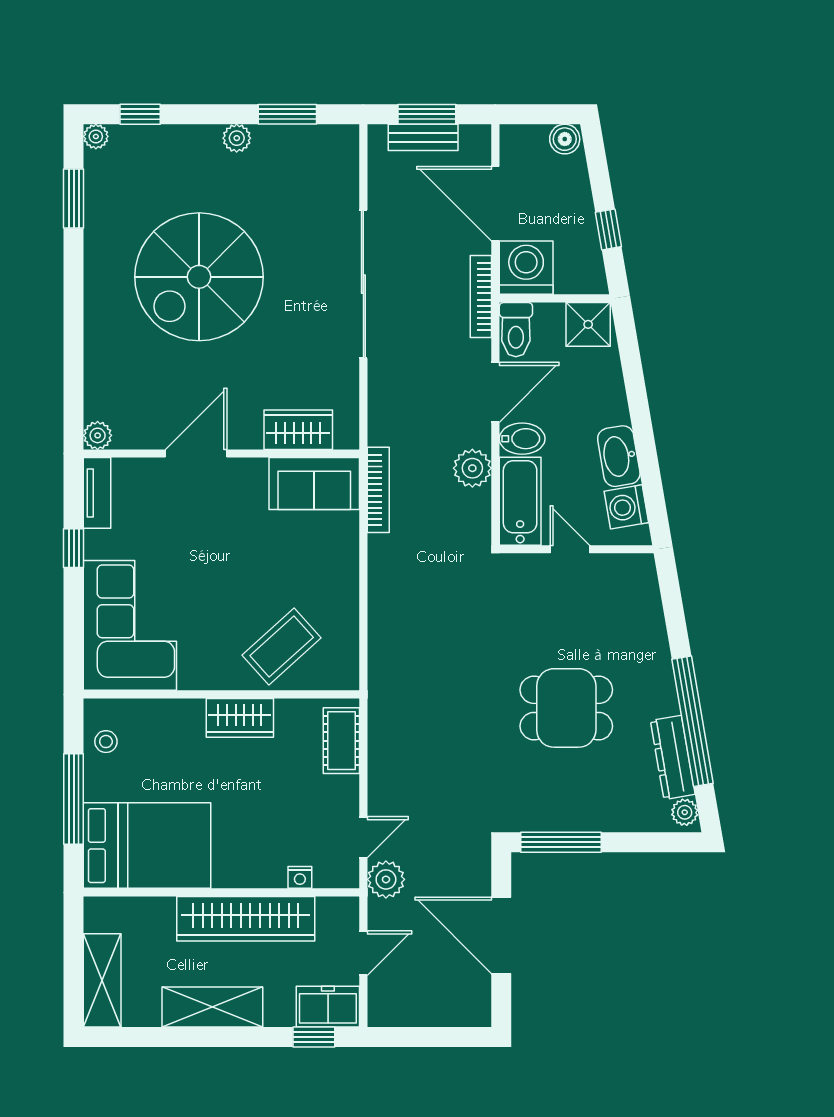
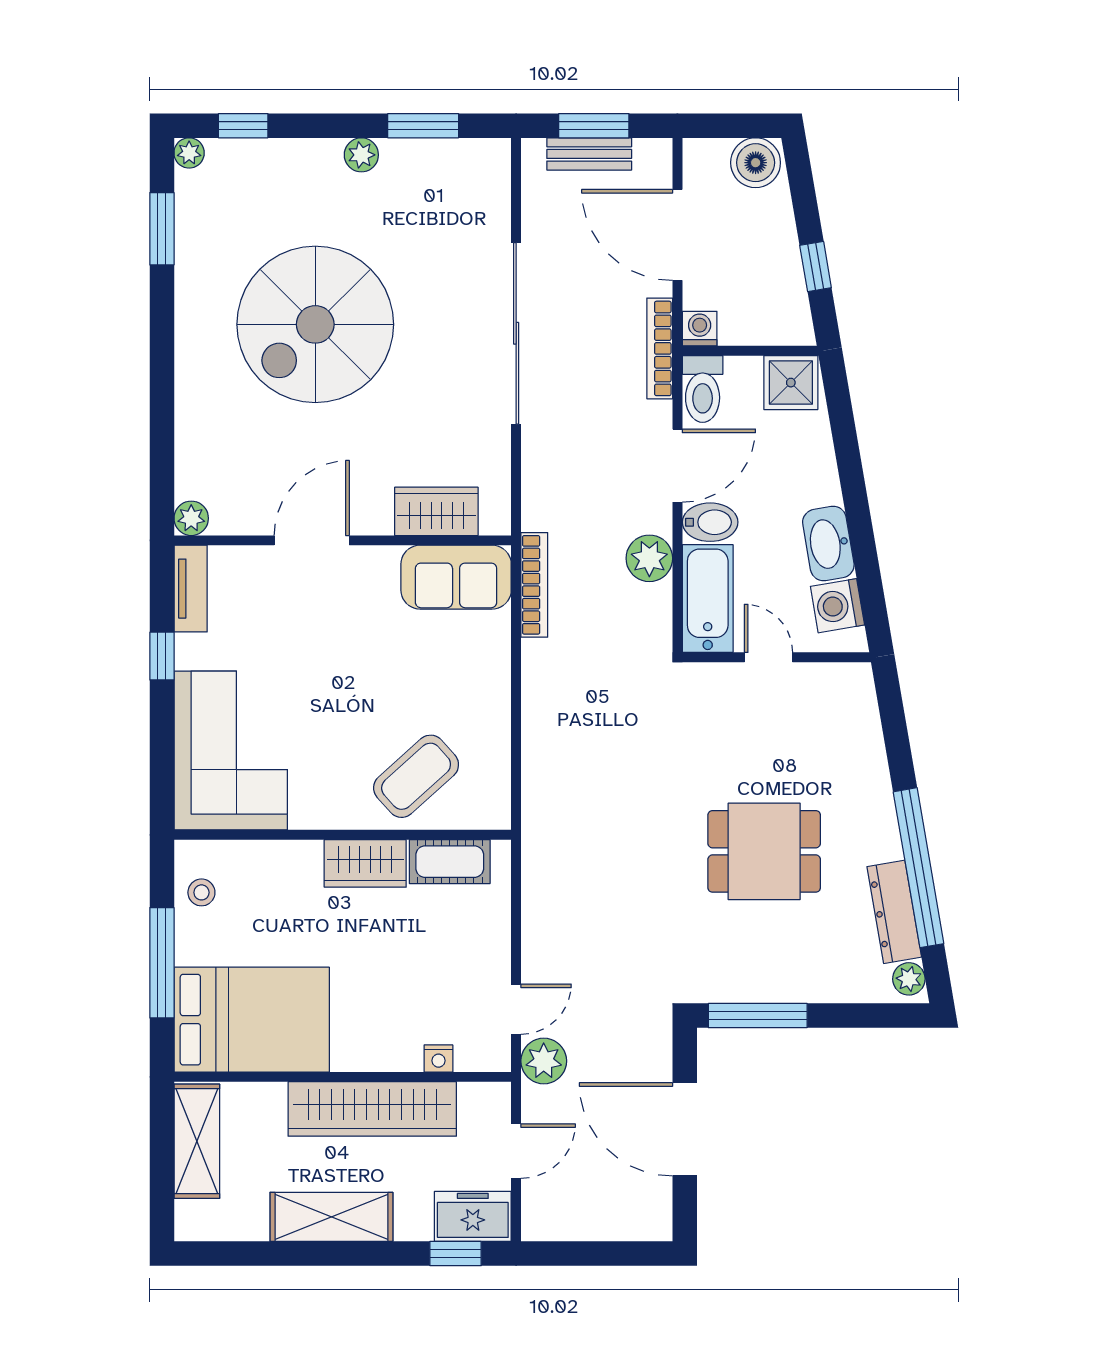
boiler: (565, 139) -> (756, 163), width x1.36, depth x1.36
washing machine: (526, 268) -> (700, 329), width x0.53, depth x0.53
cot: (341, 741) -> (450, 862), moved, turned 90
shelving: (102, 980) -> (197, 1141), moved

